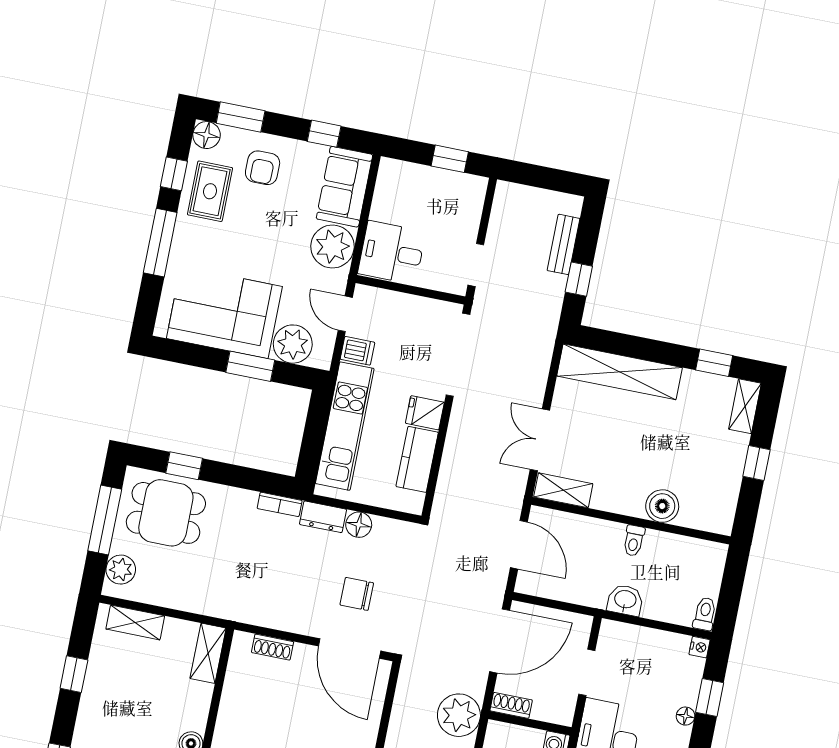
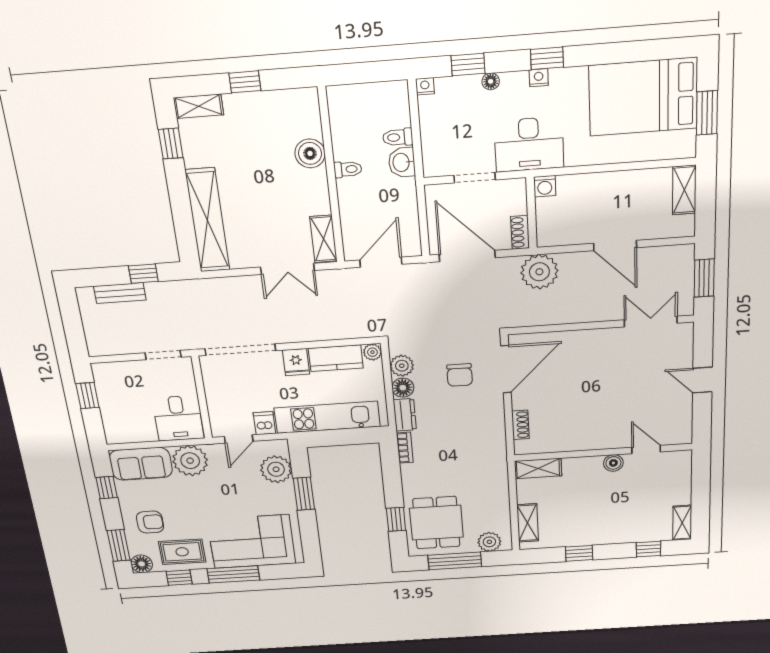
corner sofa: (224, 312) -> (252, 542), moved, turned 90
plant: (413, 503) -> (372, 352), added
plant: (387, 532) -> (402, 366), added
toilet: (705, 614) -> (398, 137), moved

